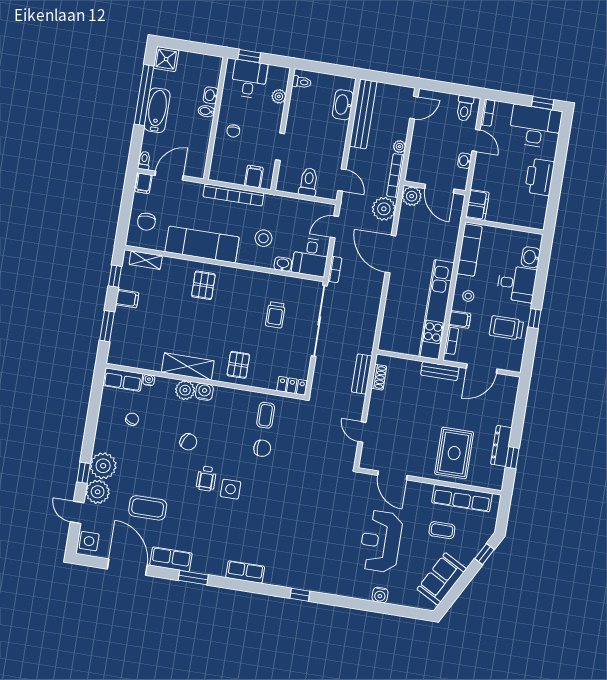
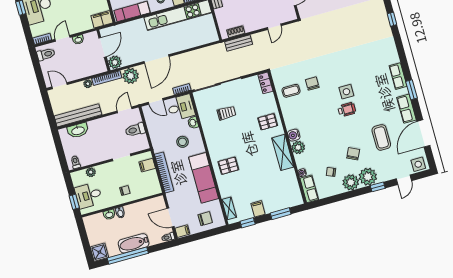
chair: (188, 442) -> (353, 154), moved
plant: (98, 492) -> (351, 182), moved
row of seats: (245, 572) -> (398, 76), moved

